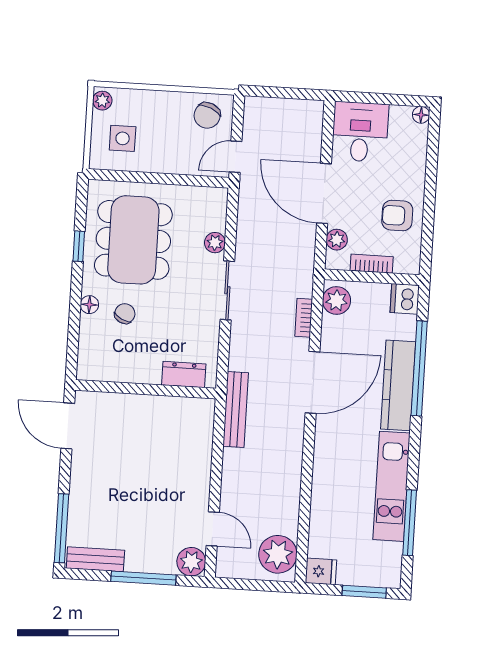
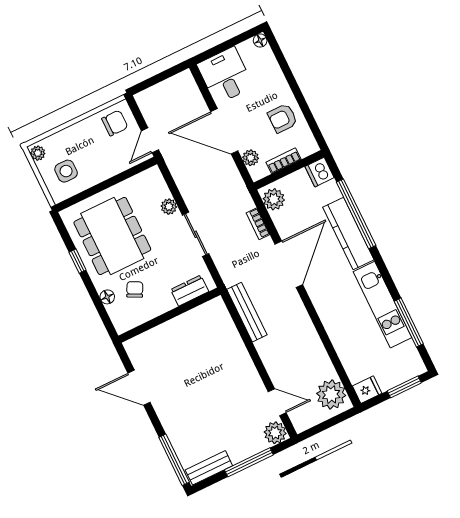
chair: (207, 115) -> (115, 123), turned -113
dresser: (184, 375) -> (190, 291), moved
wall: (146, 389) -> (169, 315), moved

